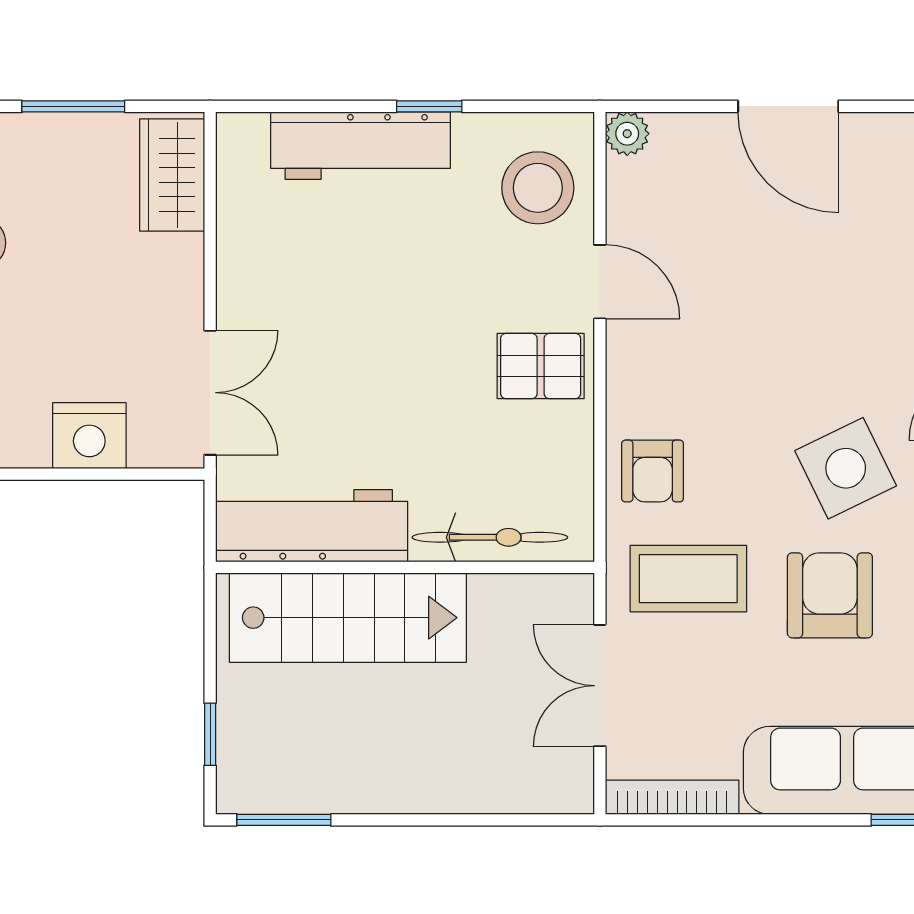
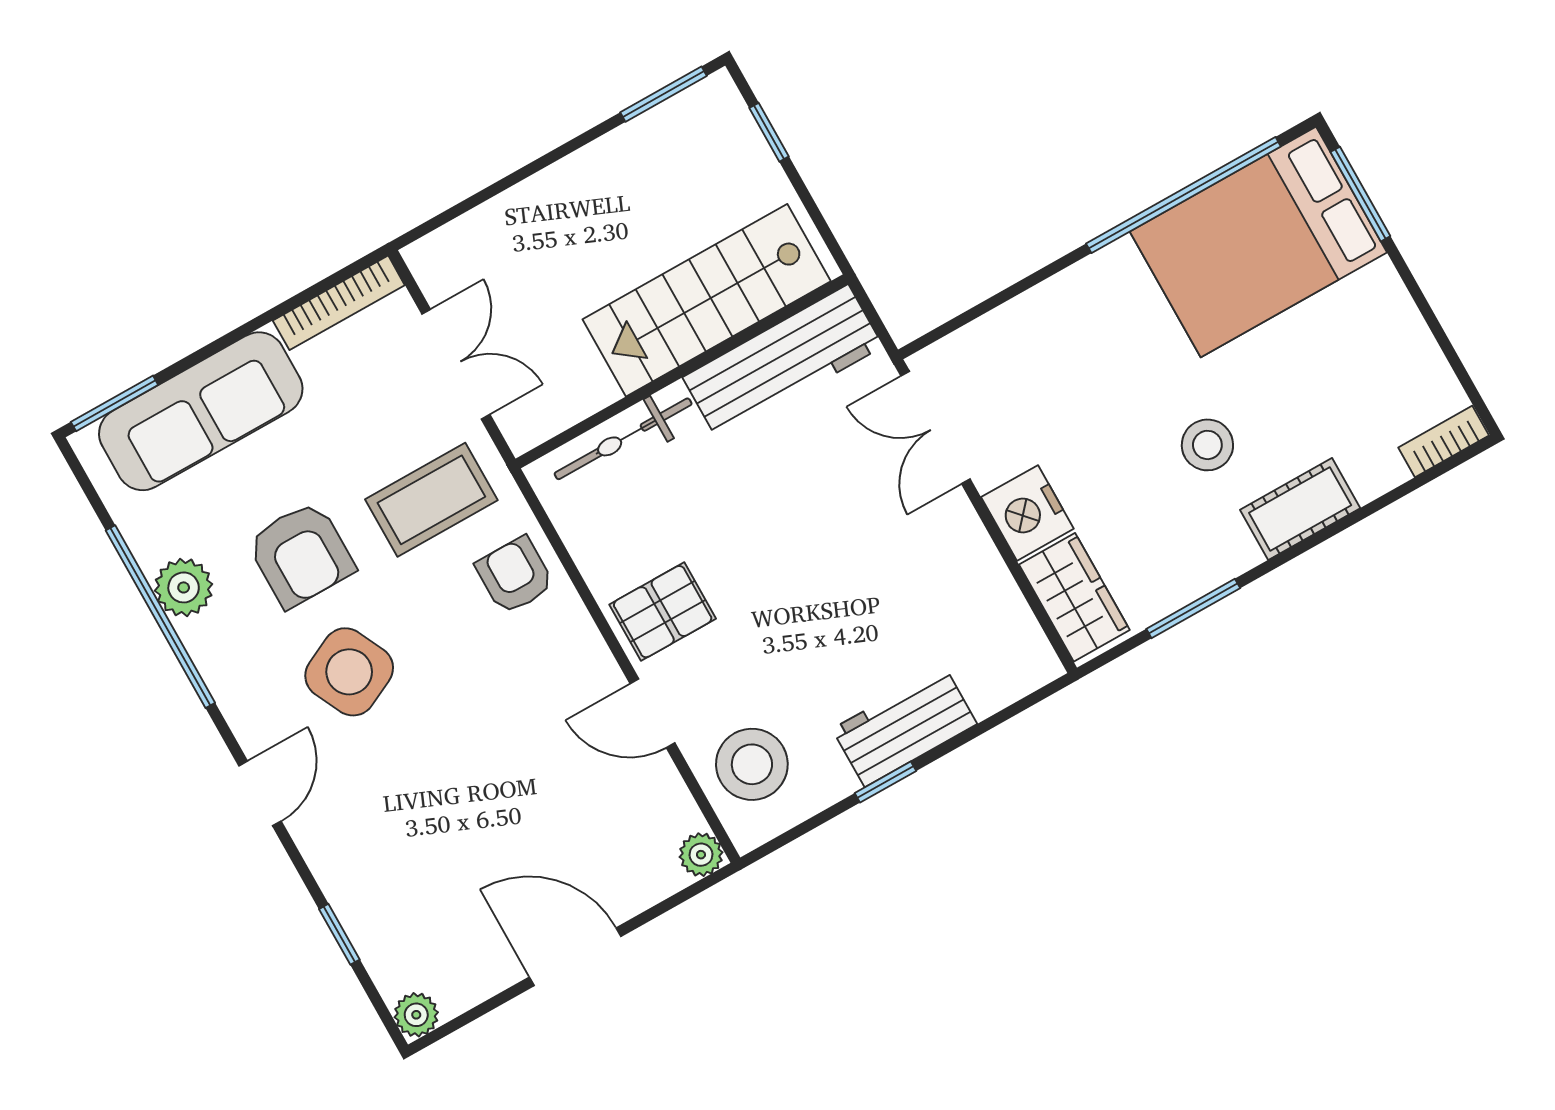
workbench: (361, 146) -> (905, 726), width x0.73
nightstand: (89, 436) -> (1027, 513), moved, turned -90

